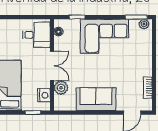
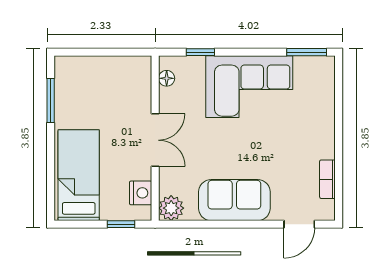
plant: (144, 24) -> (321, 65), removed
desk: (36, 35) -> (127, 84), removed
plant: (61, 88) -> (171, 208), moved

